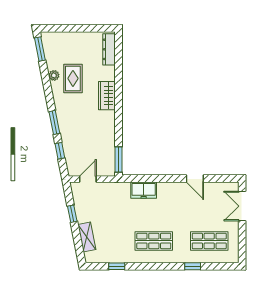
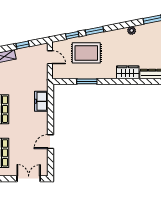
rug: (73, 78) -> (86, 53), moved, width x1.36, depth x1.43
wardrobe: (107, 96) -> (128, 72), moved
window: (118, 159) -> (87, 81), moved

